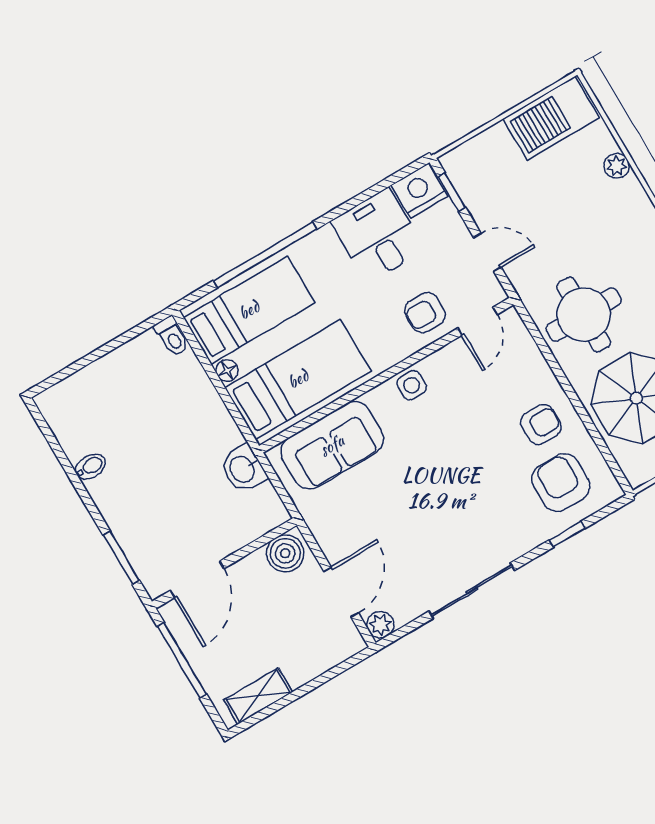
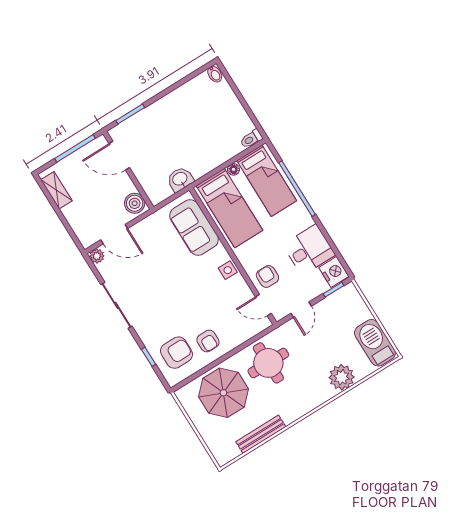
plant: (617, 166) -> (342, 377), width x1.88, depth x1.88
bidet: (90, 467) -> (215, 74), moved

